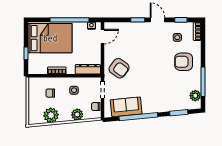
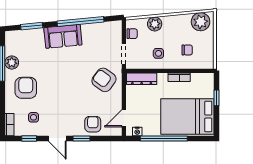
armchair: (128, 32) -> (93, 124), added
armchair: (184, 62) -> (26, 88), turned -90
plant: (195, 96) -> (12, 63), moved
sofa: (126, 107) -> (63, 36), moved
plant: (51, 115) -> (201, 22), moved

